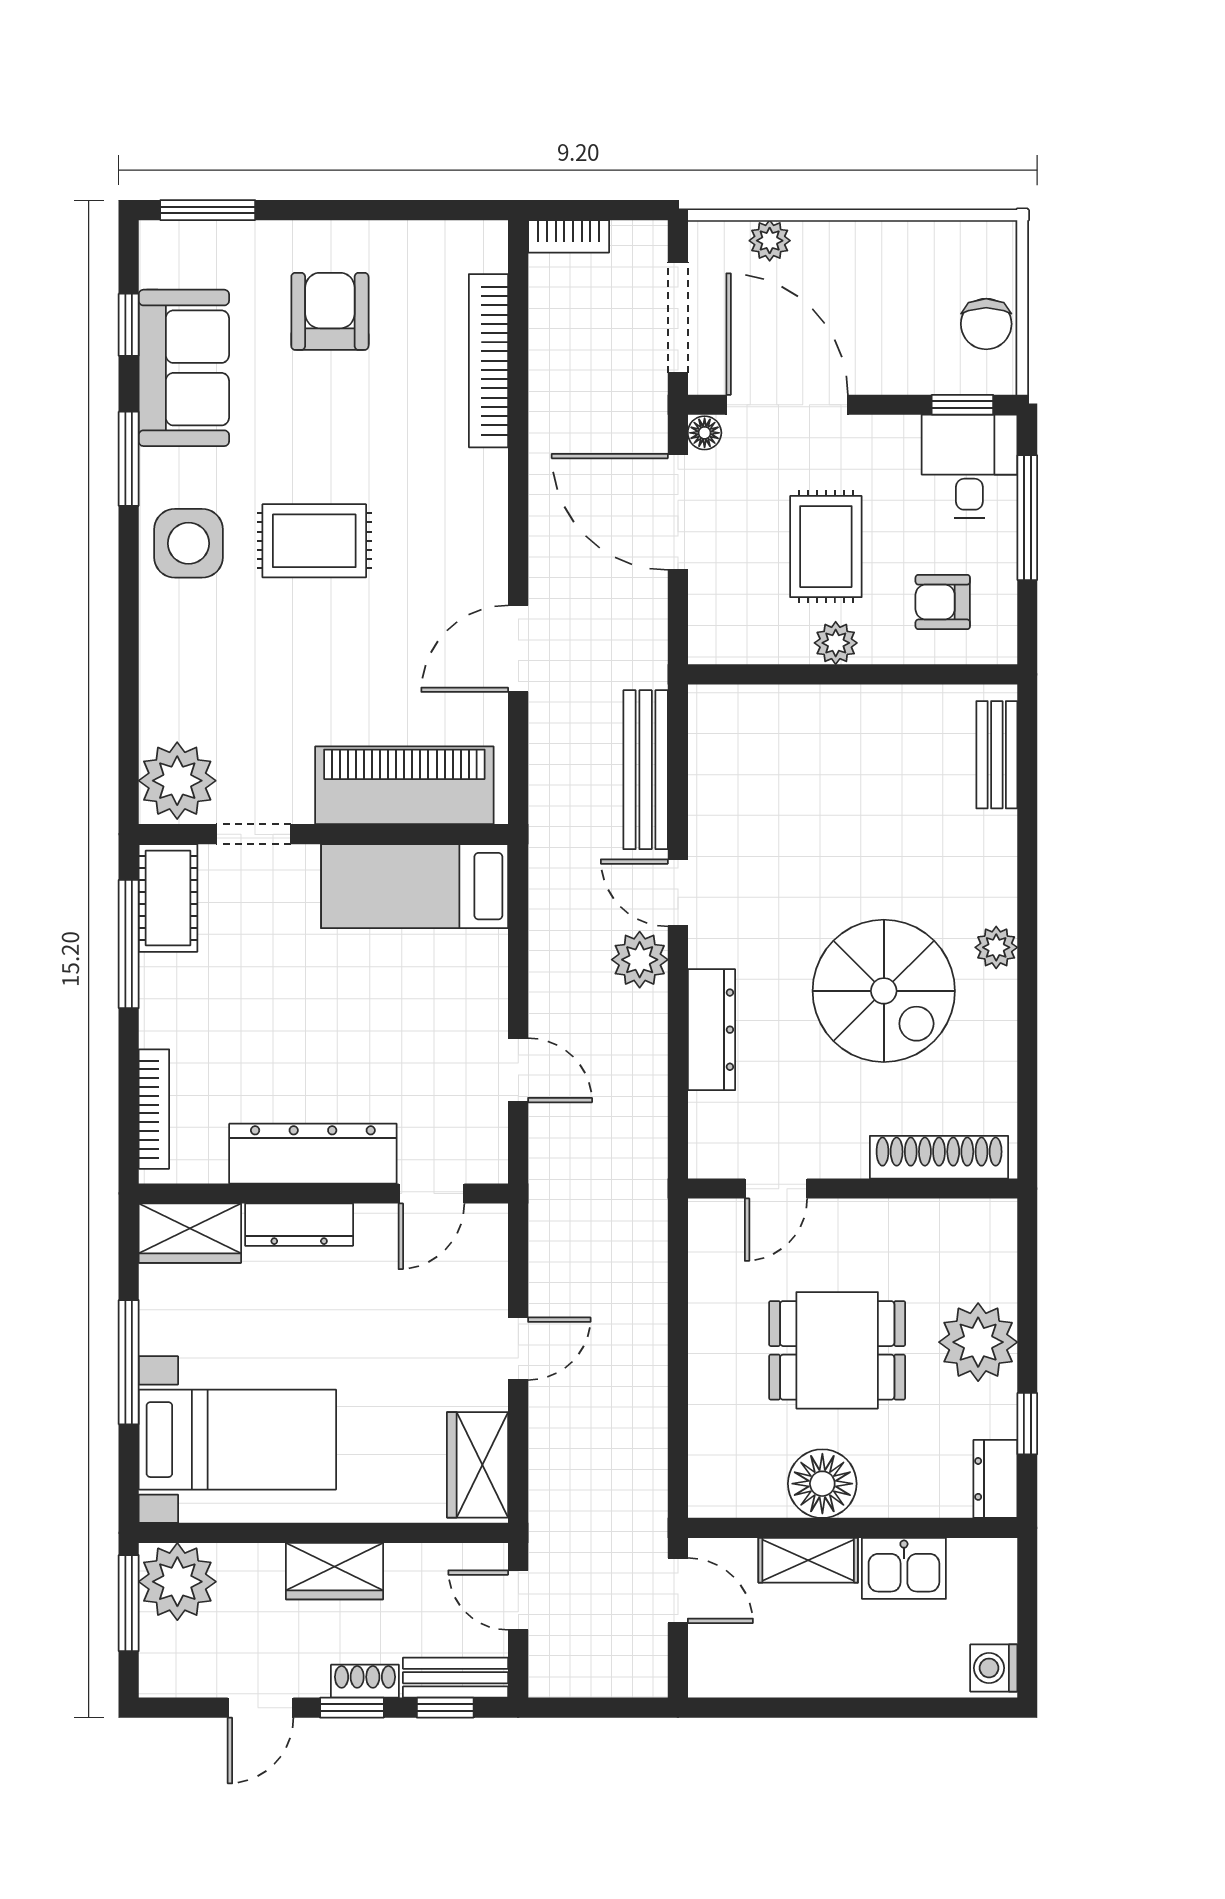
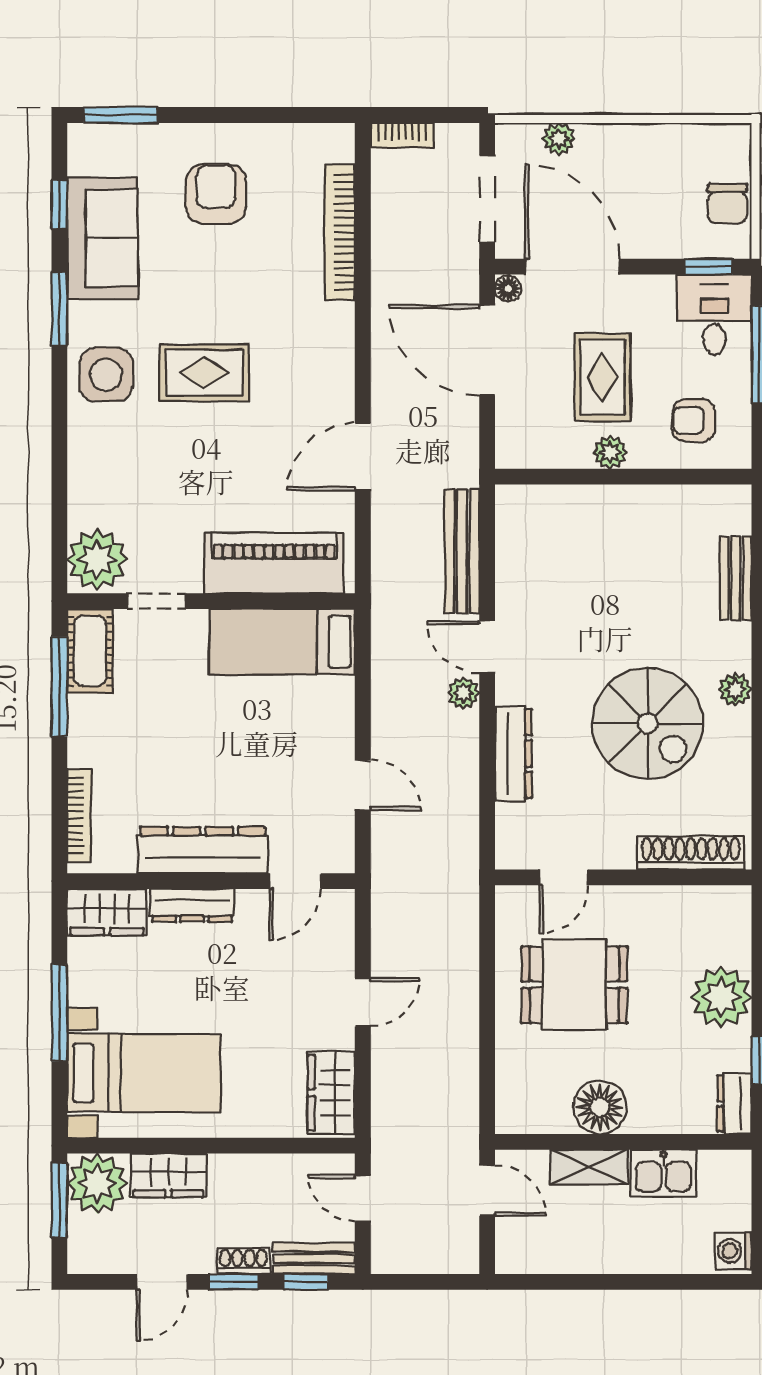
bench: (997, 755) -> (736, 578), moved
plant: (640, 960) -> (463, 693), width x0.73, depth x0.73
dining table: (837, 1350) -> (574, 985), moved
wardrobe: (334, 1571) -> (168, 1175), moved

